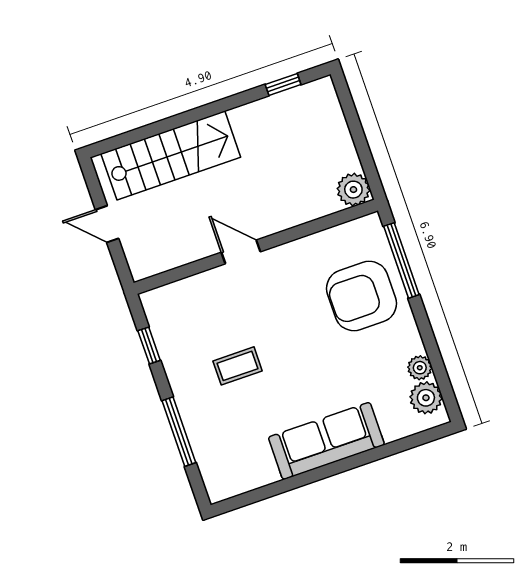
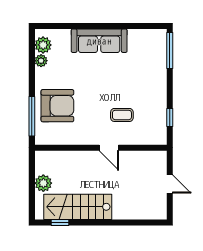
stairs: (171, 155) -> (78, 207), moved
plant: (353, 190) -> (43, 183), moved
coffee table: (238, 366) -> (122, 115), moved
window: (179, 432) -> (170, 50), moved

